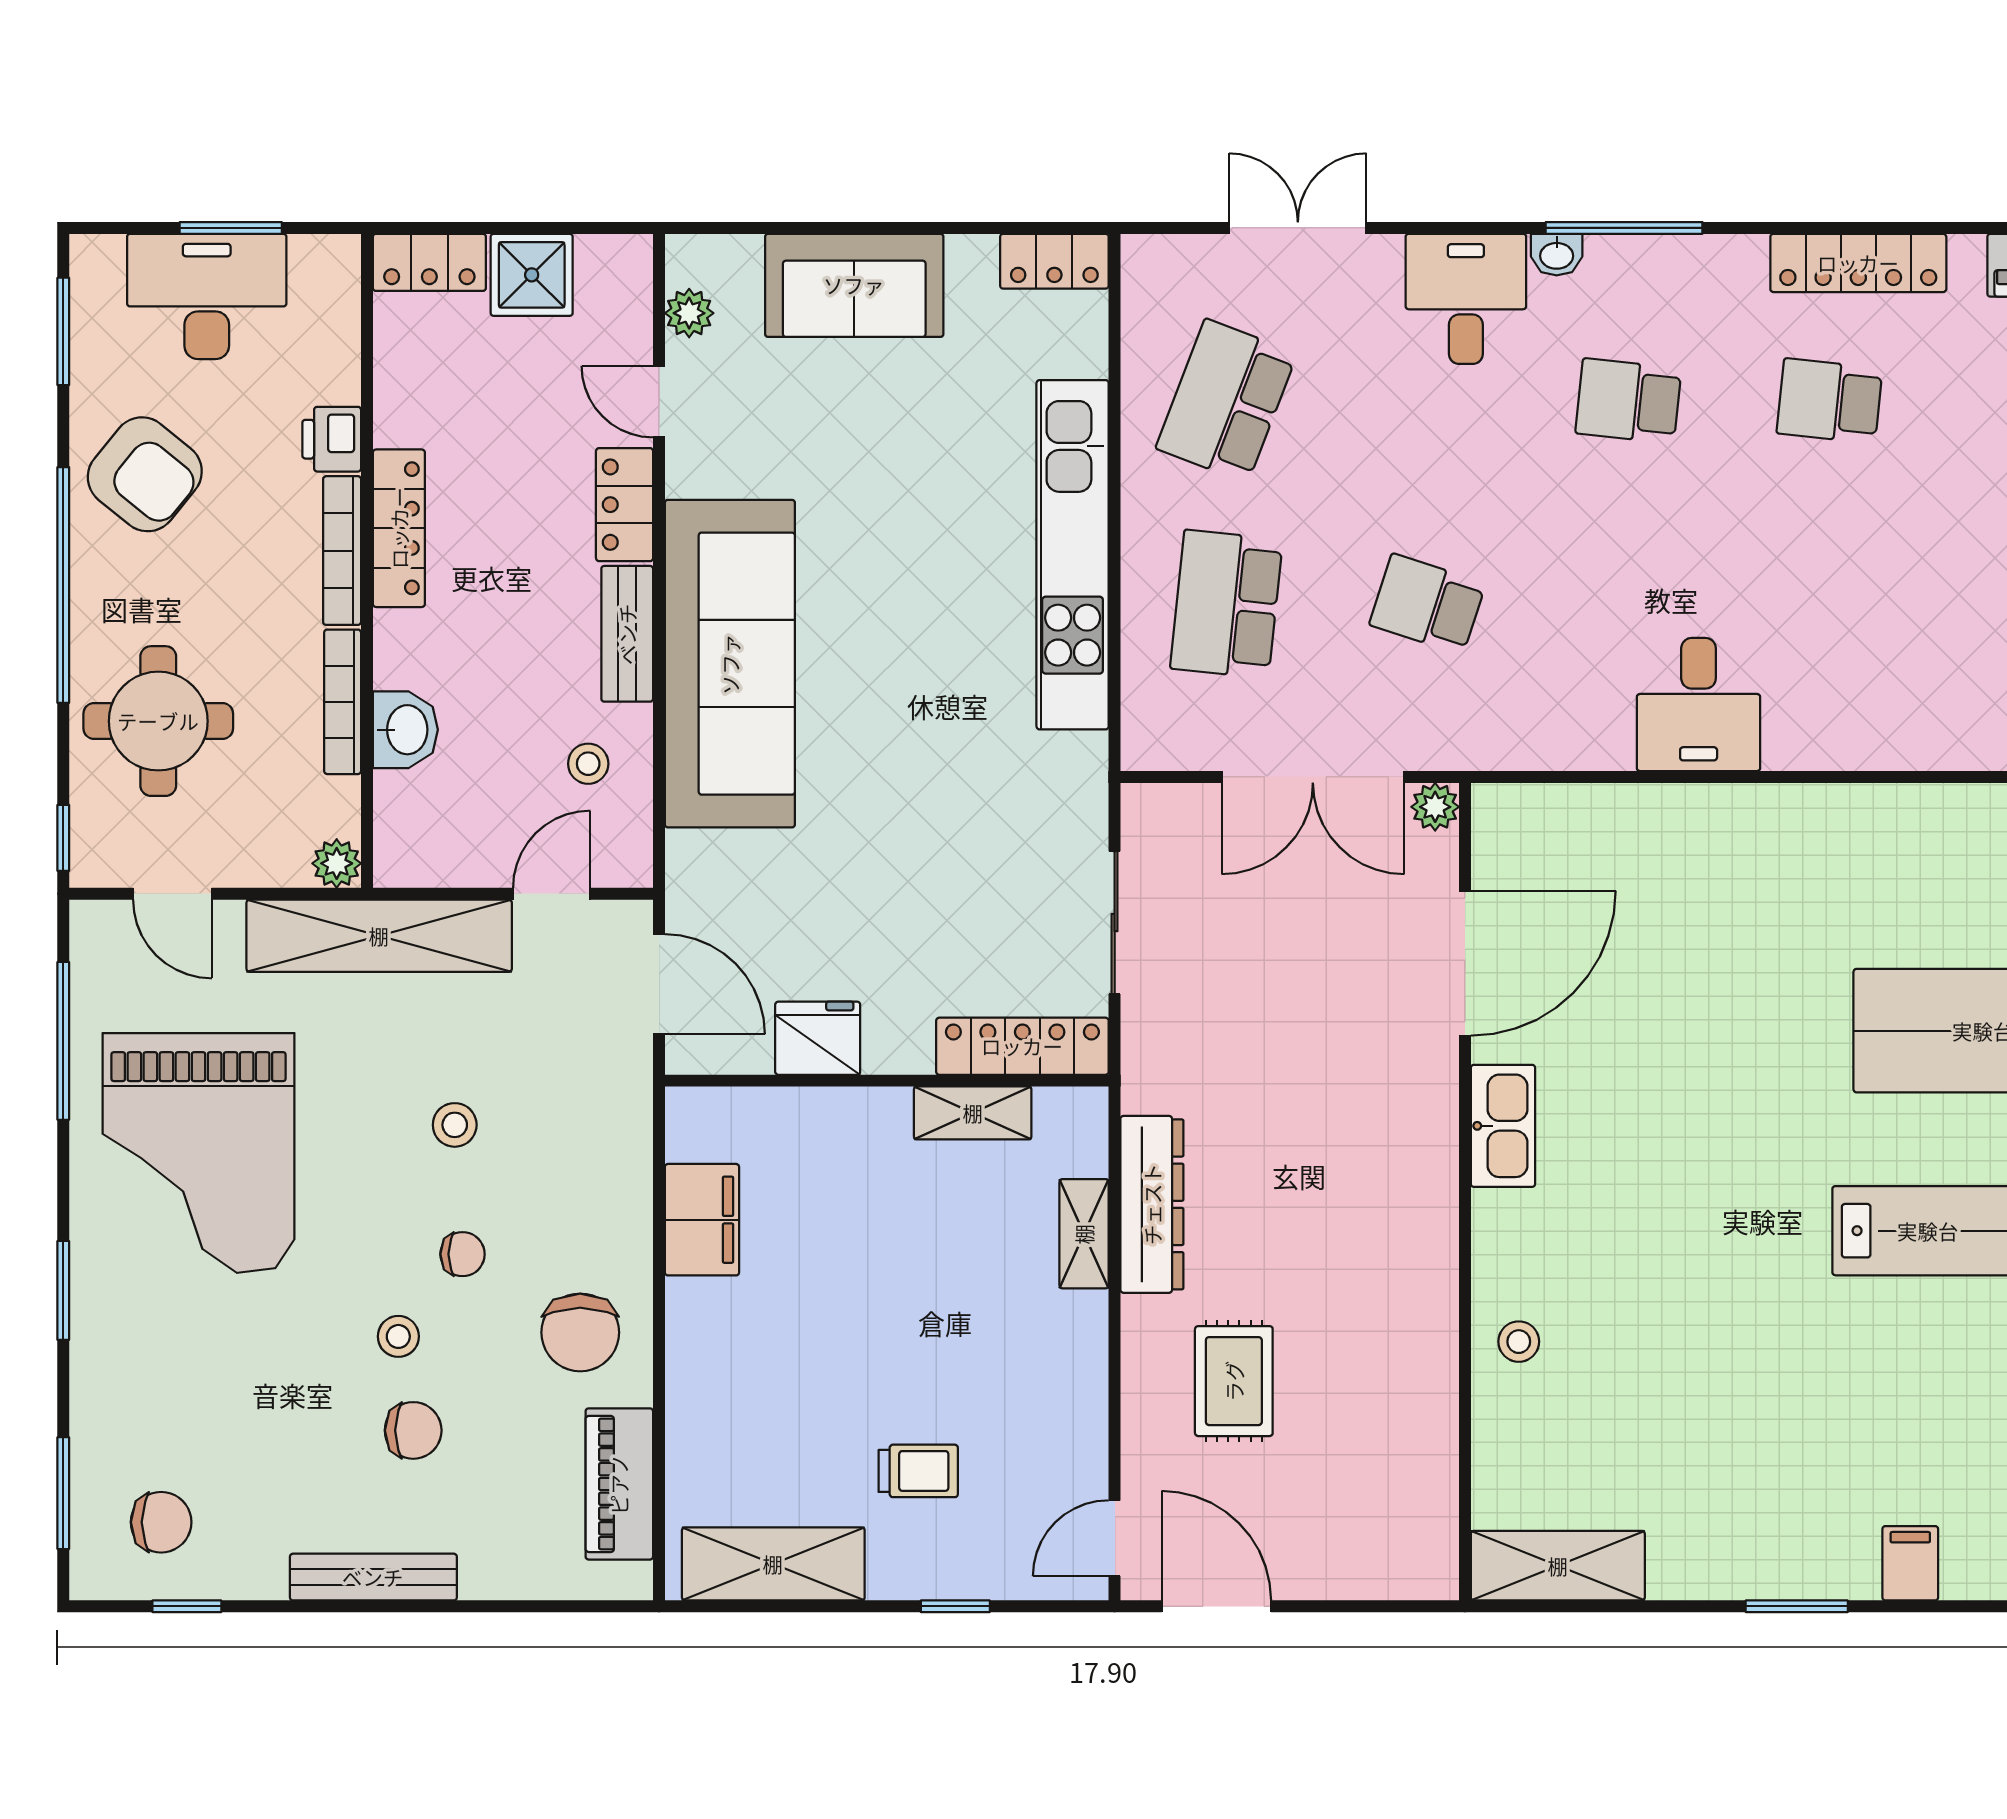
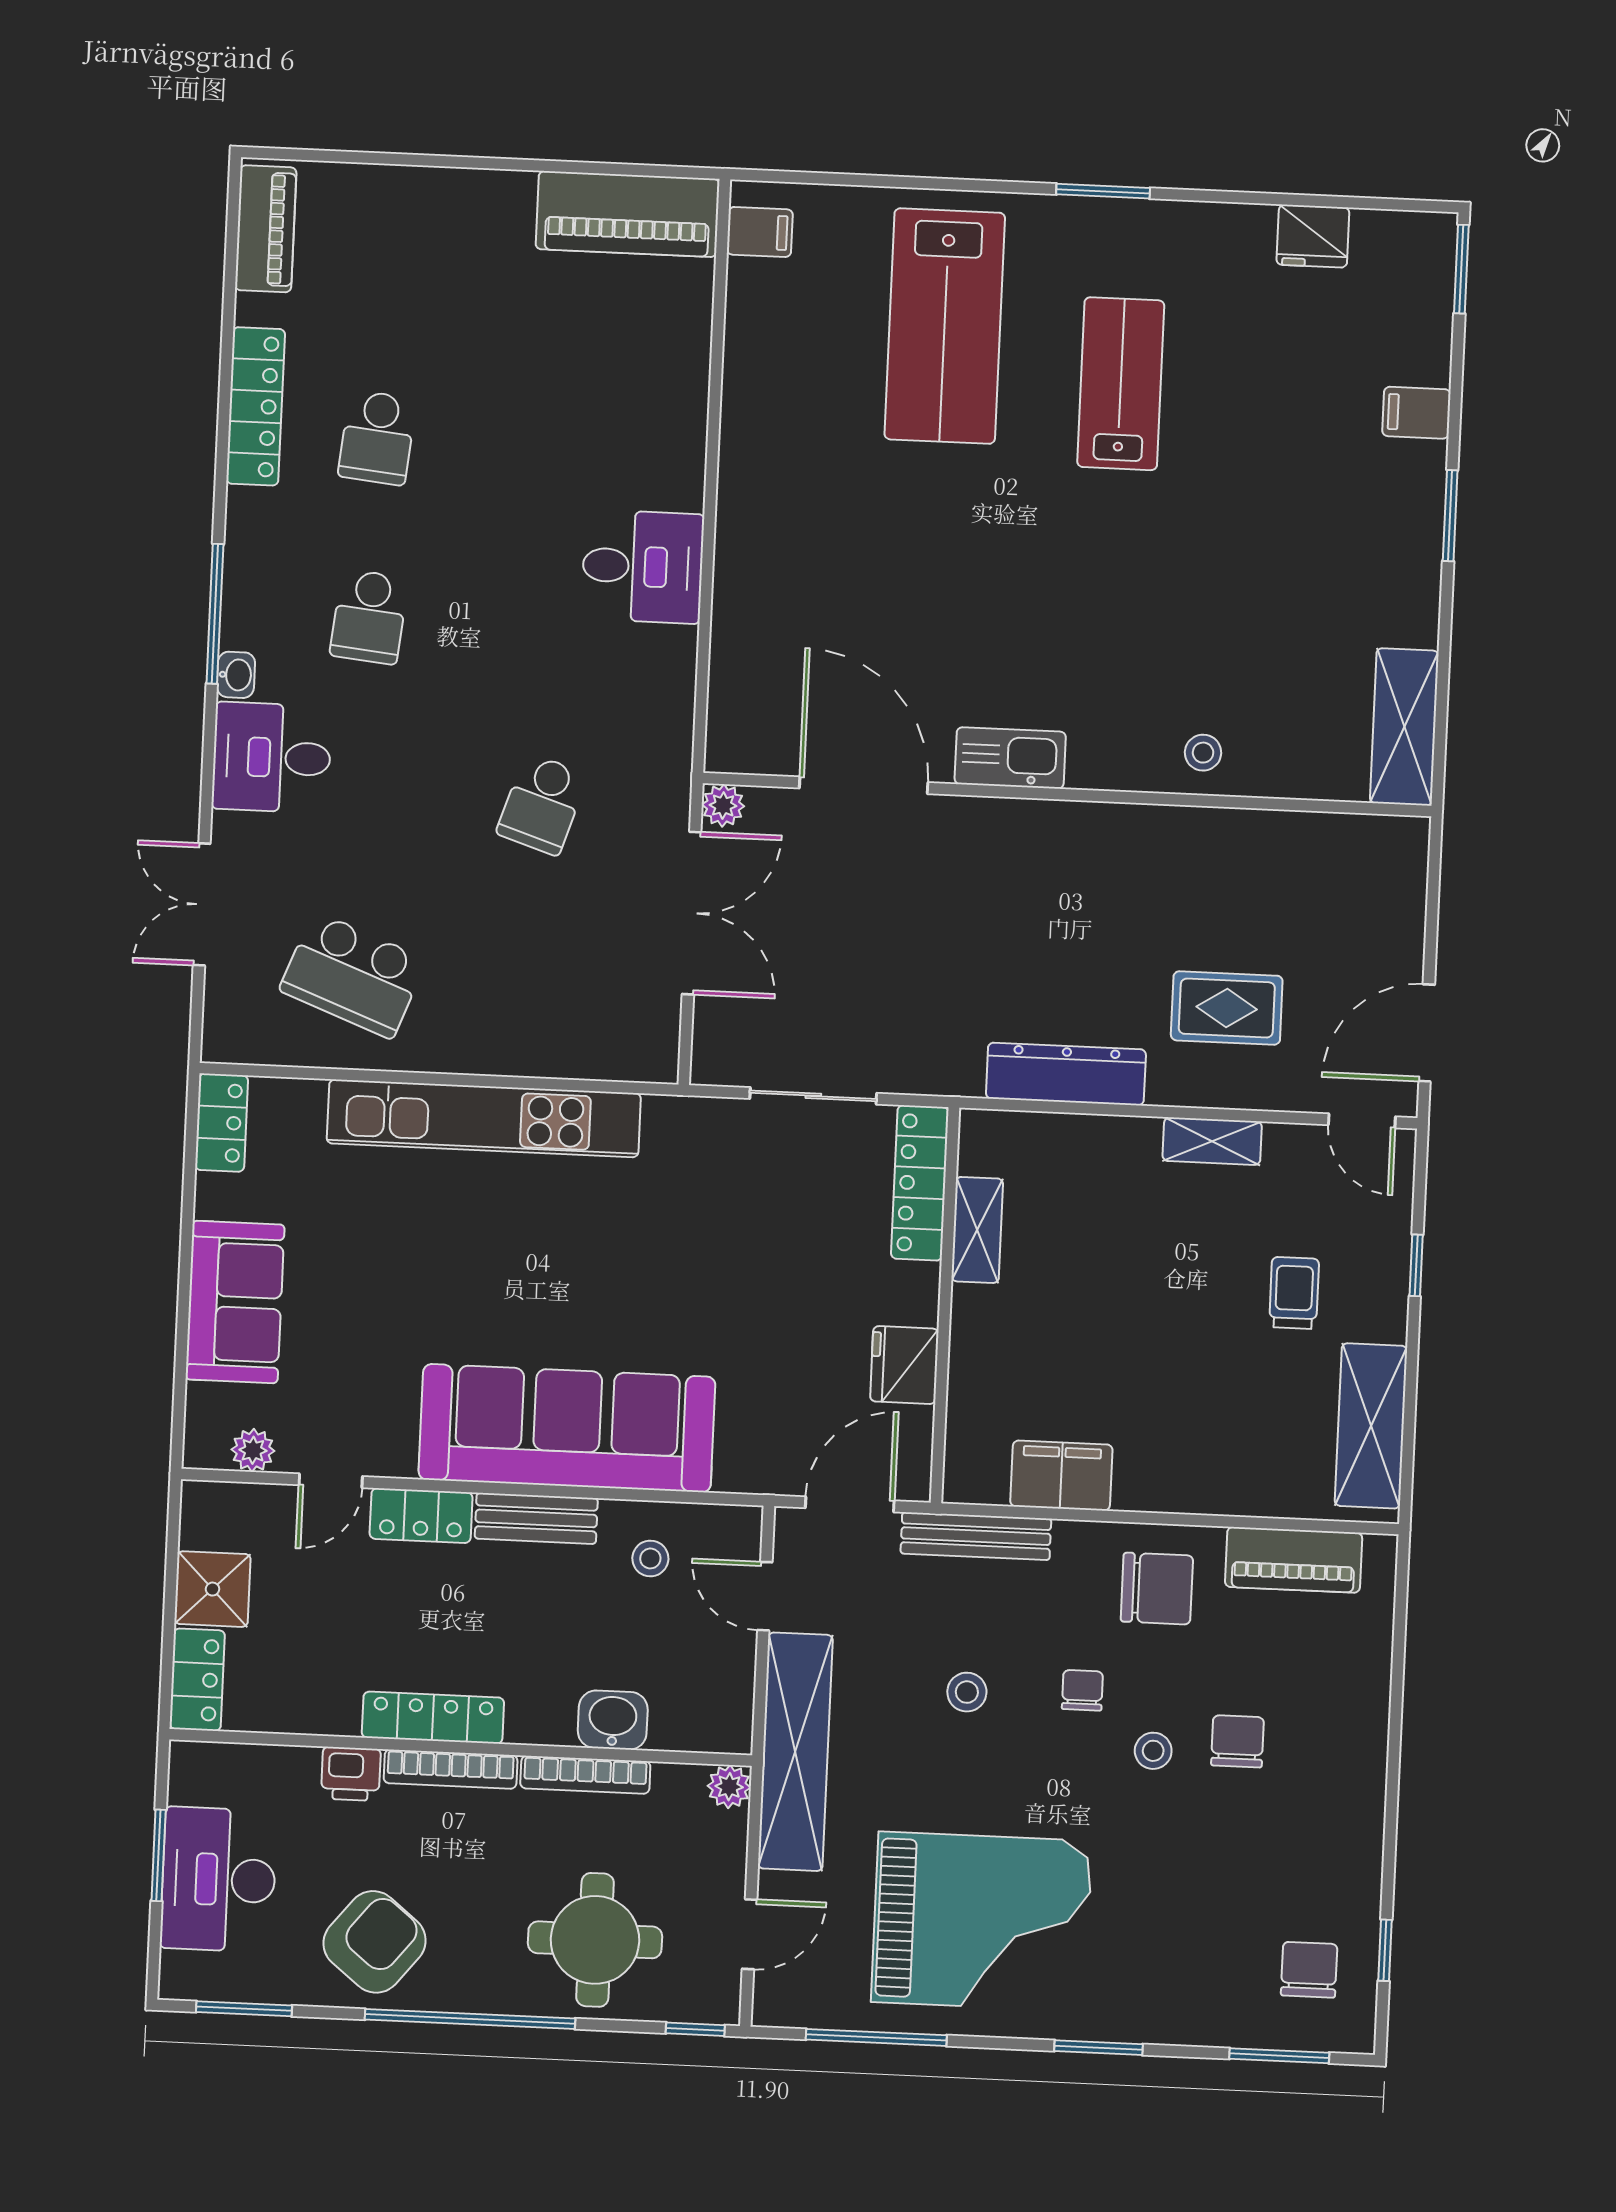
school desk: (1226, 604) -> (534, 983), removed
shelving: (1084, 1234) -> (1212, 1141), moved
bench: (373, 1577) -> (976, 1536), moved, turned 90

